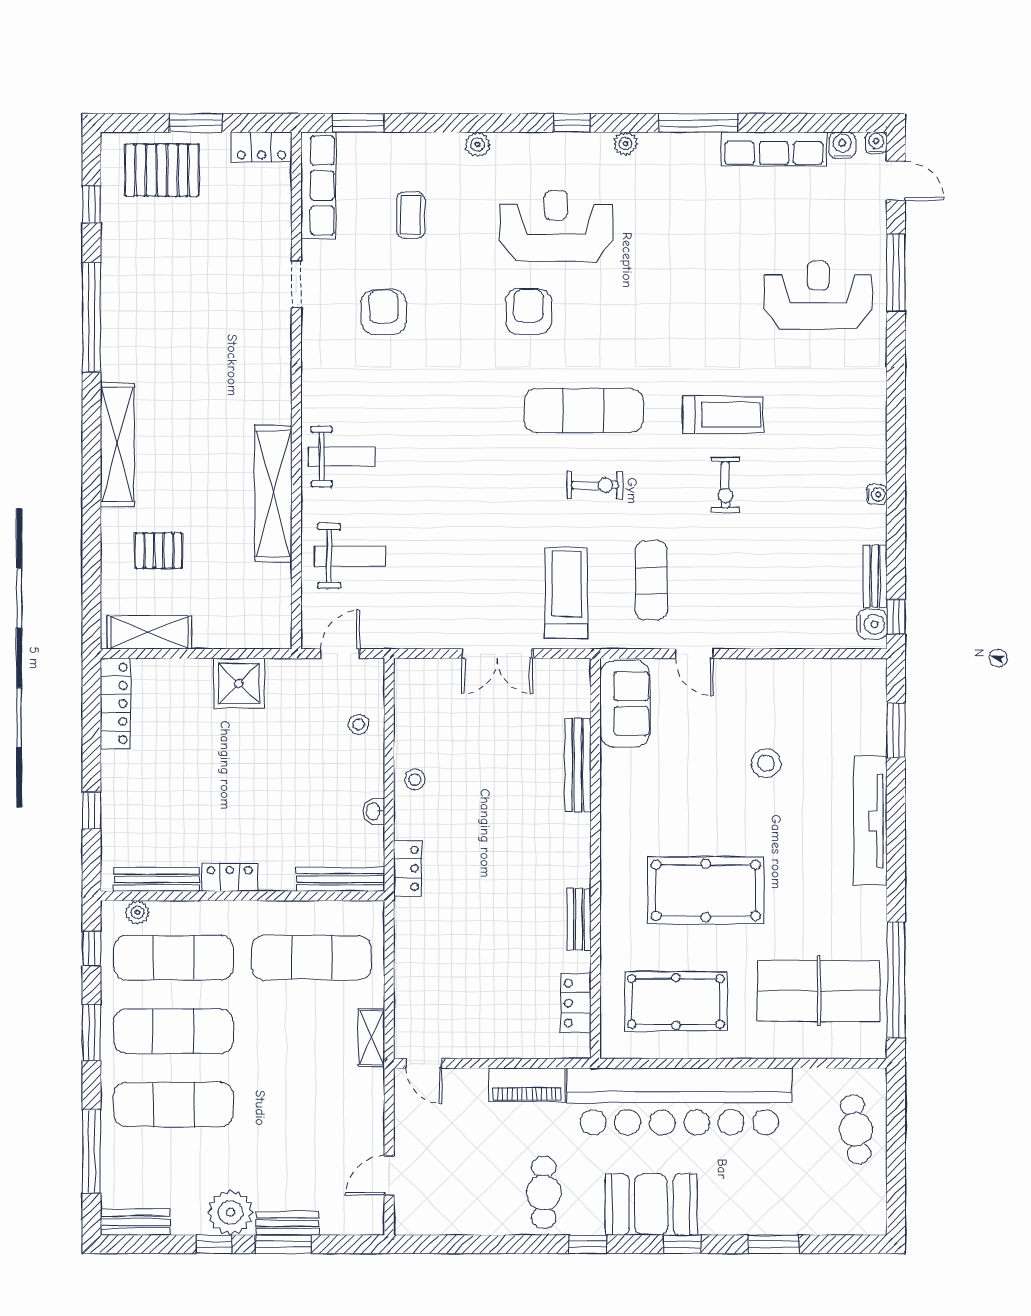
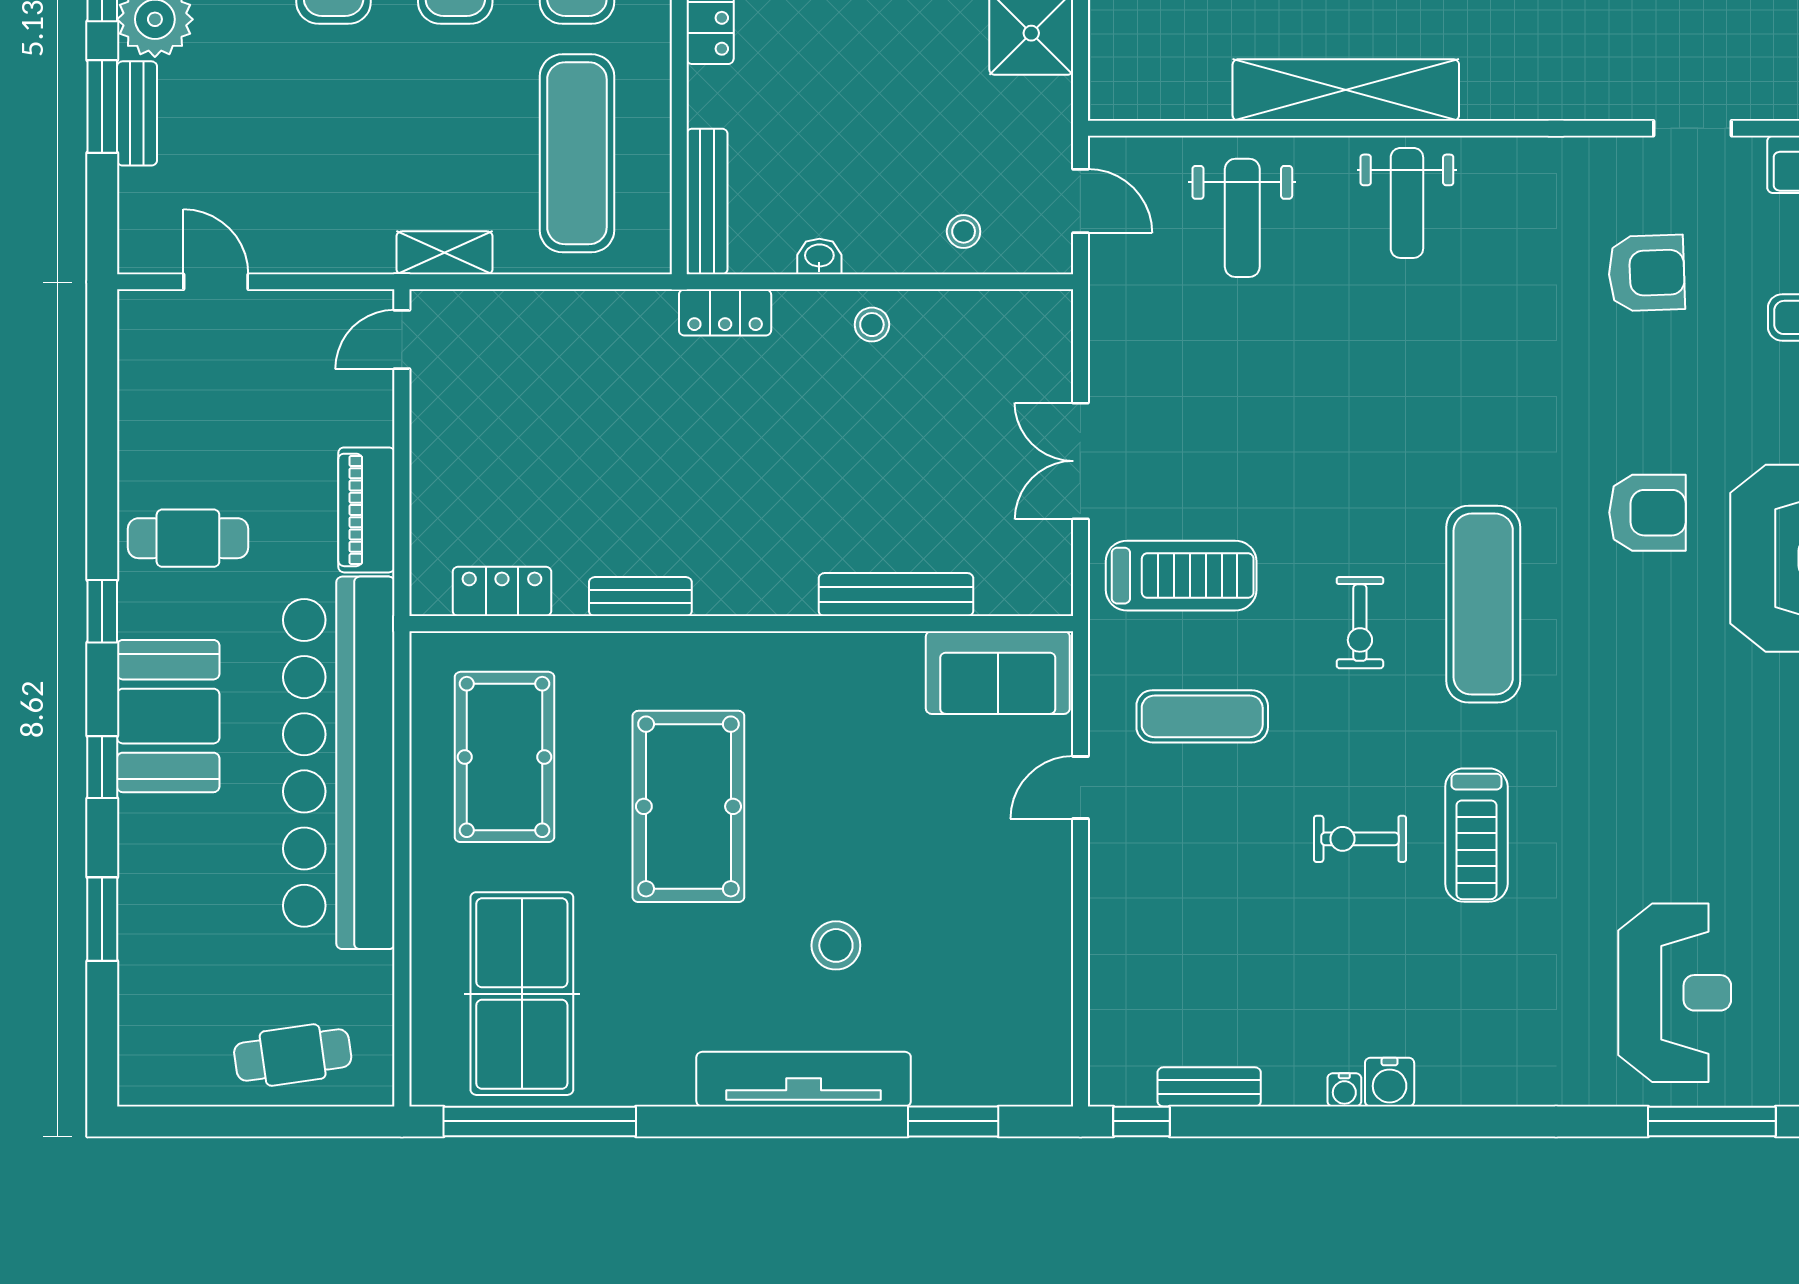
water cooler: (872, 624) -> (1390, 1082), moved
stool: (766, 763) -> (836, 945), moved

